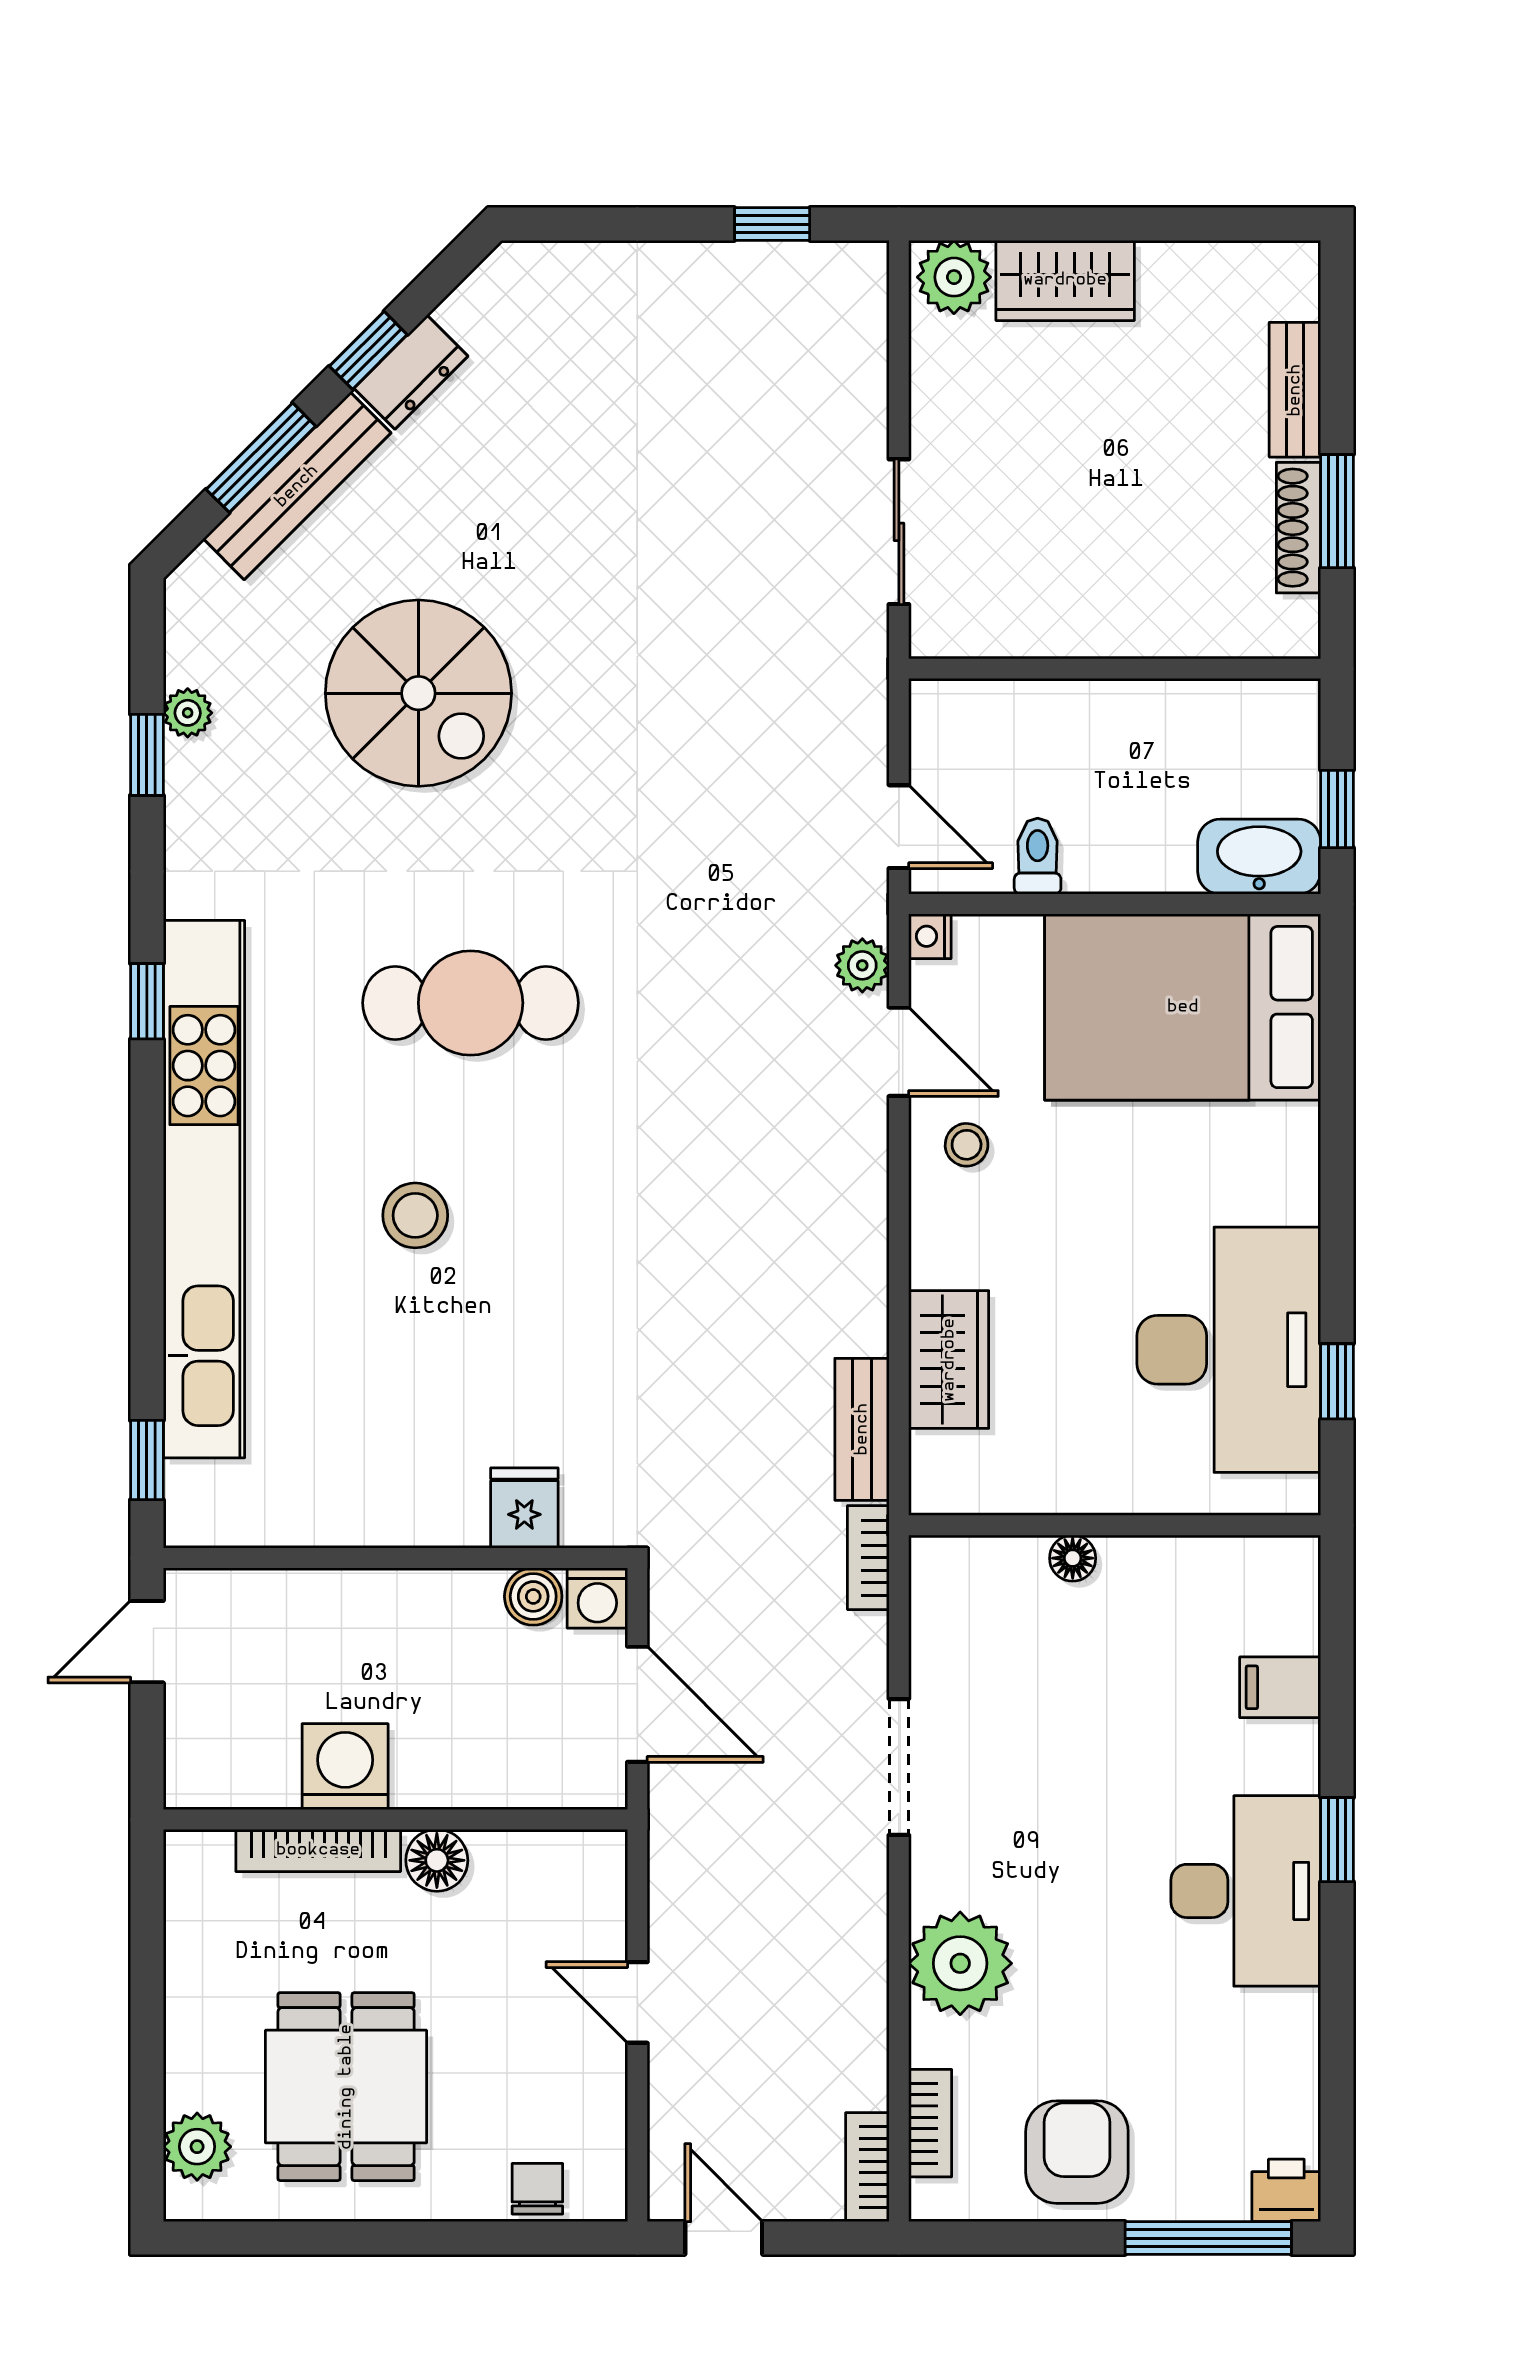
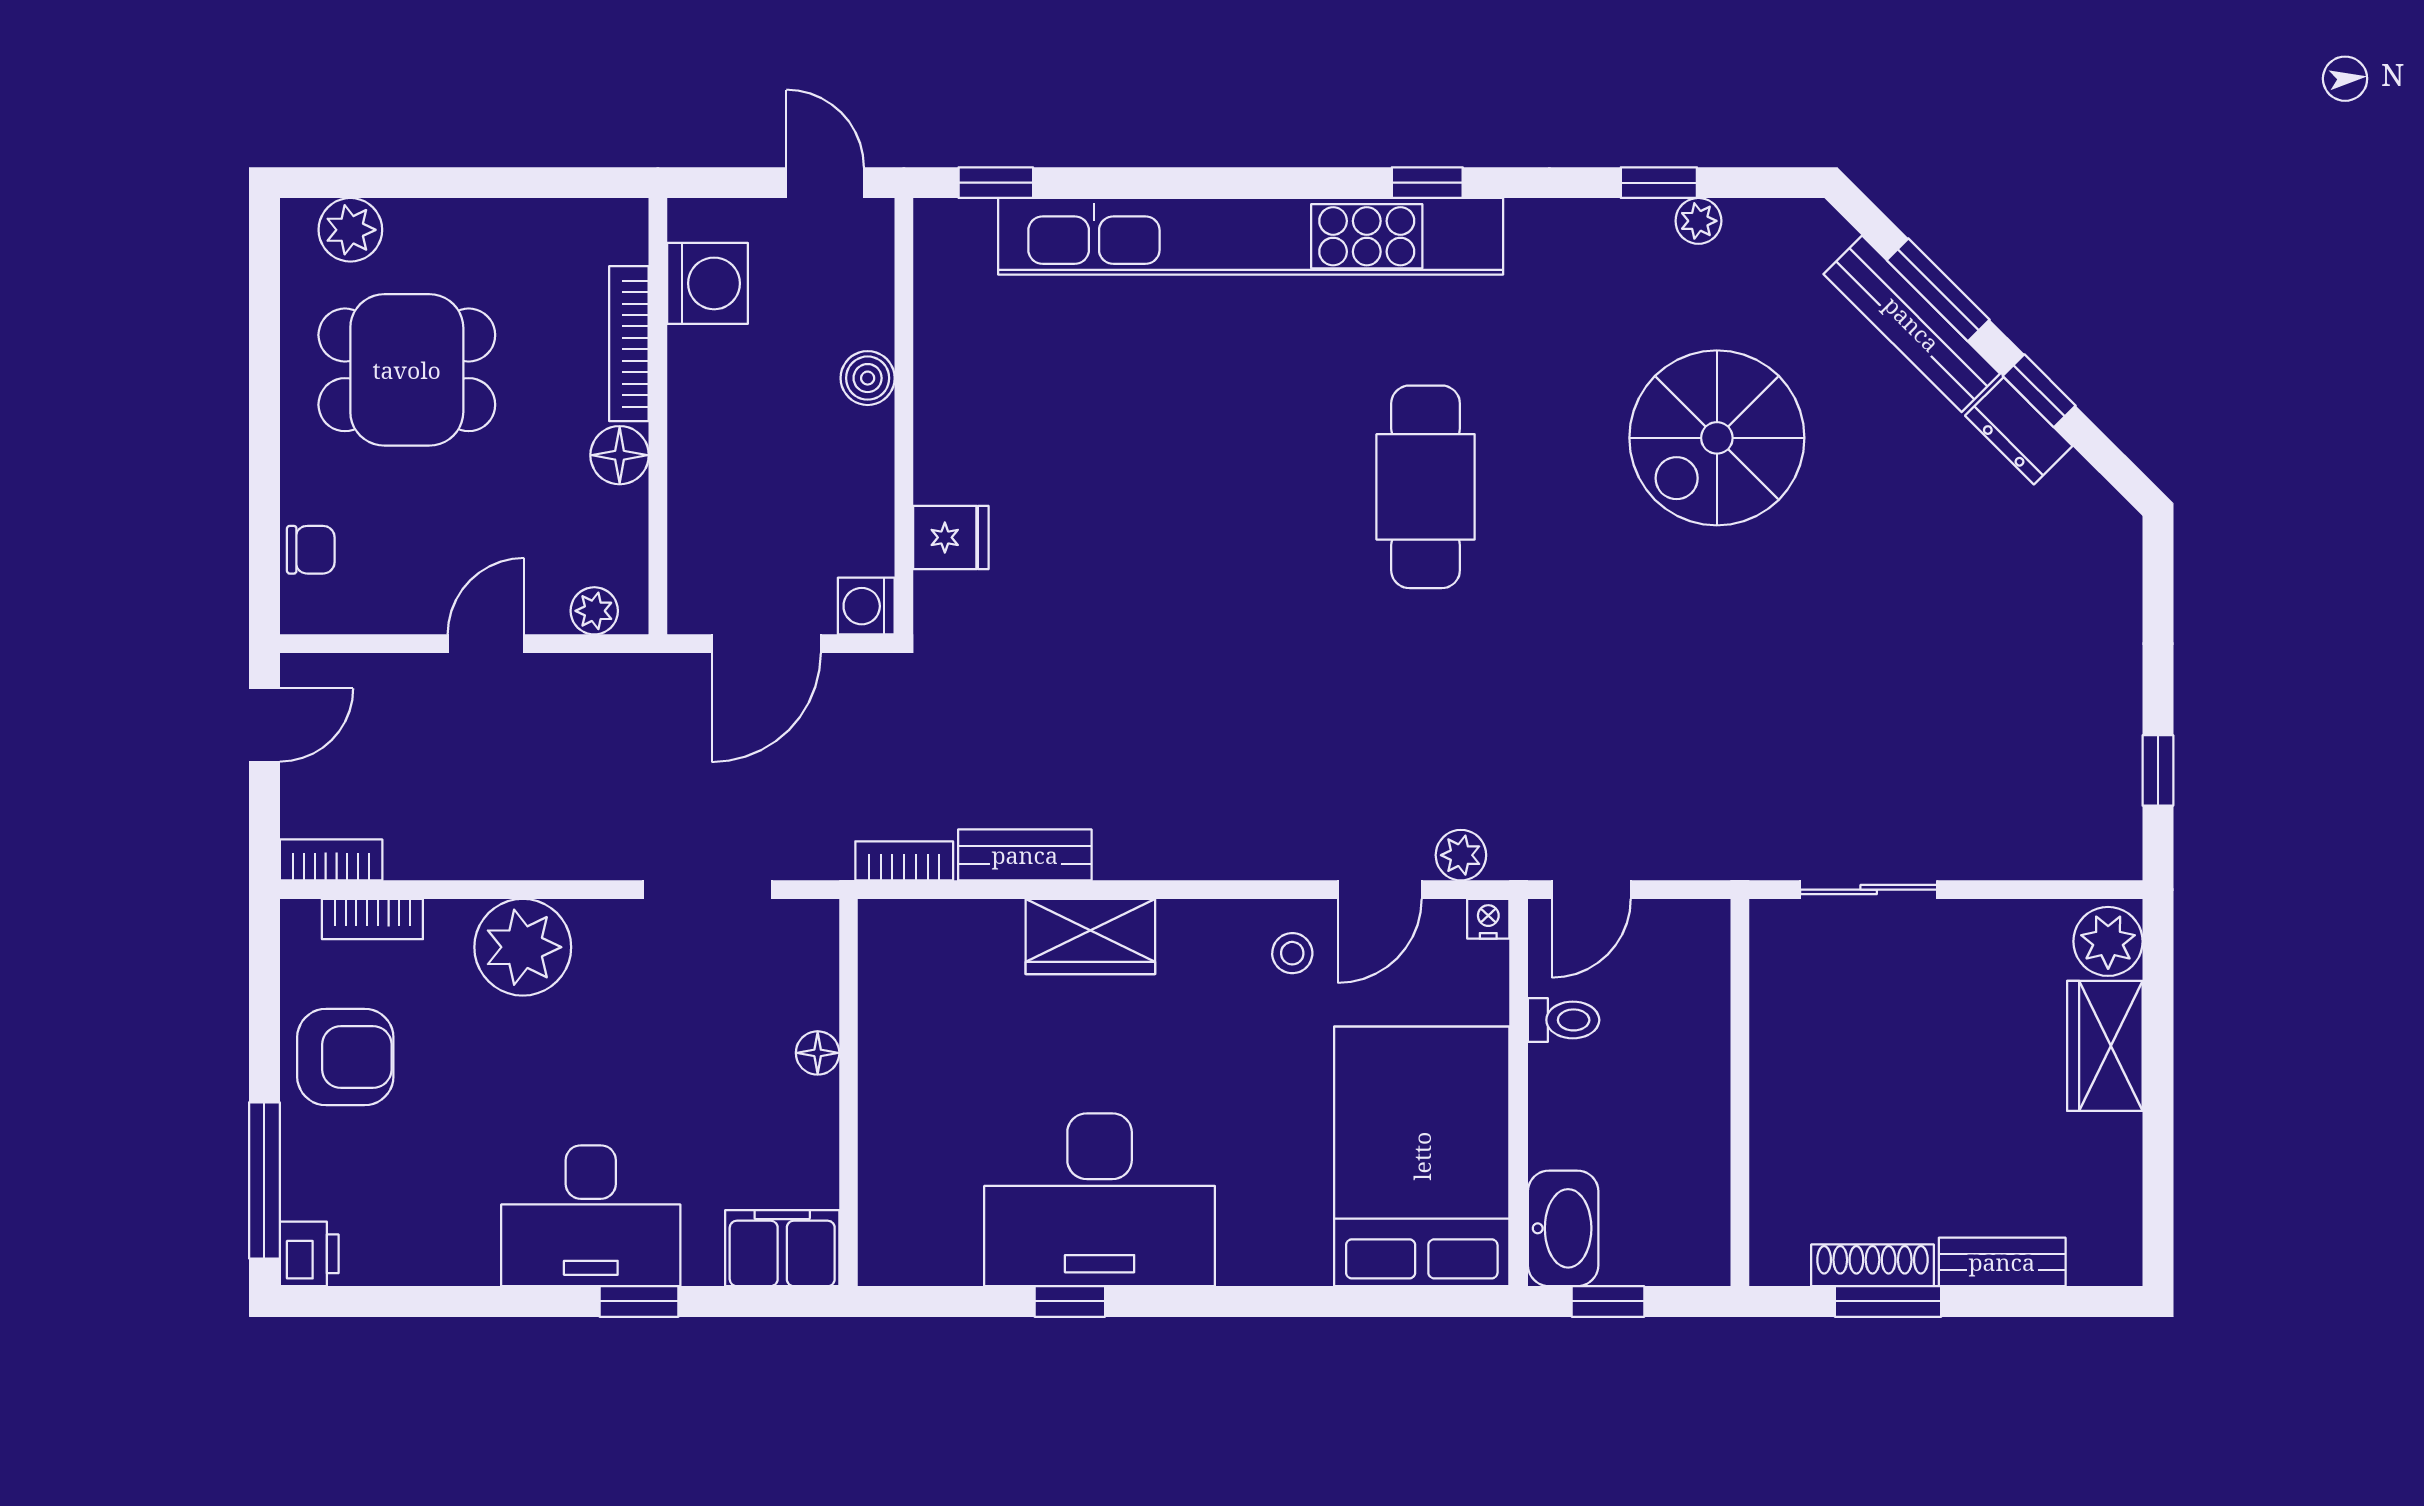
stool: (415, 1215) -> (1226, 435), removed
wall: (1115, 1525) -> (848, 1092), moved
floor lamp: (1073, 1558) -> (818, 1053), moved
boiler: (533, 1596) -> (868, 378), moved
filing cabinet: (1280, 1687) -> (782, 1248), width x2.00
washing machine: (345, 1767) -> (708, 283), moved
plant: (602, 1887) -> (594, 611), added

